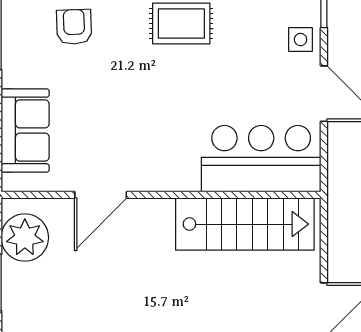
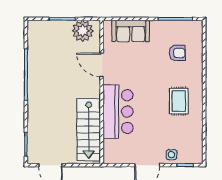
bar counter: (261, 159) -> (118, 112), moved

